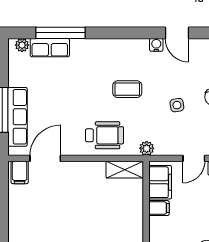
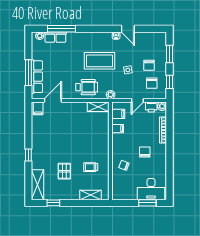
coffee table: (127, 89) -> (100, 61), width x1.86, depth x1.72
filing cabinet: (160, 182) -> (118, 114), width x0.50

